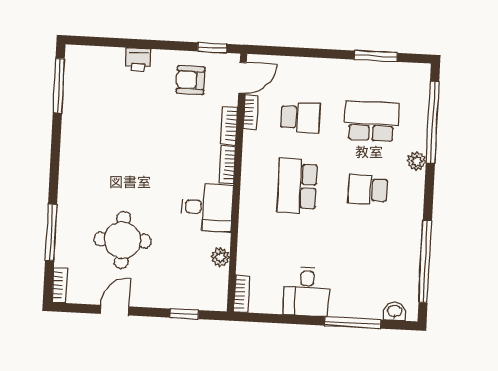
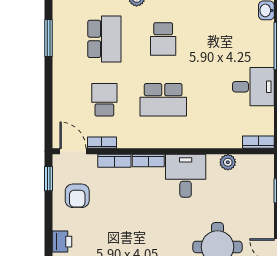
school desk: (371, 121) -> (104, 39), turned 180

